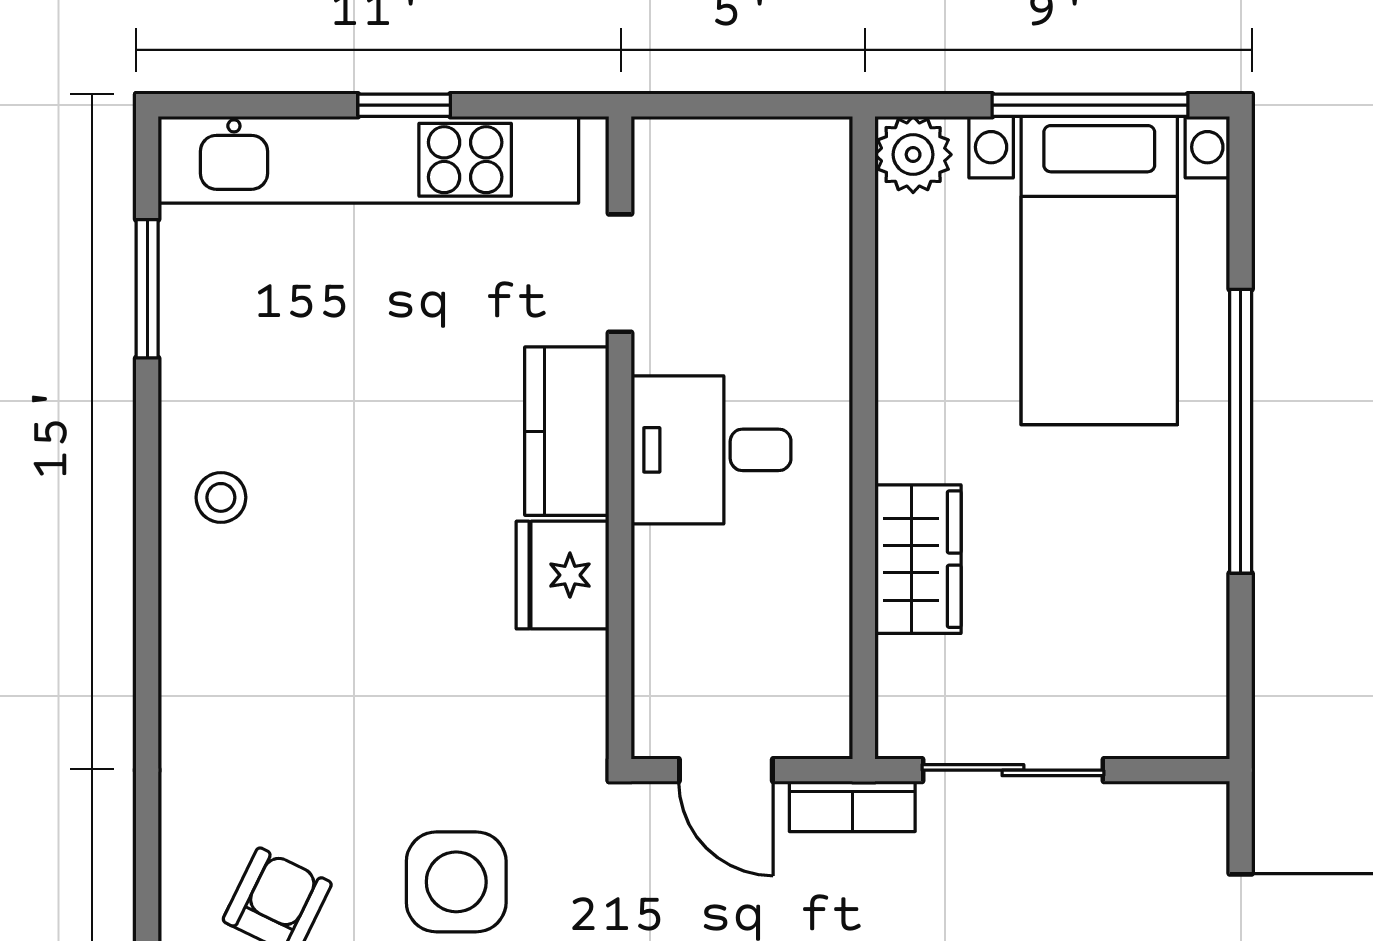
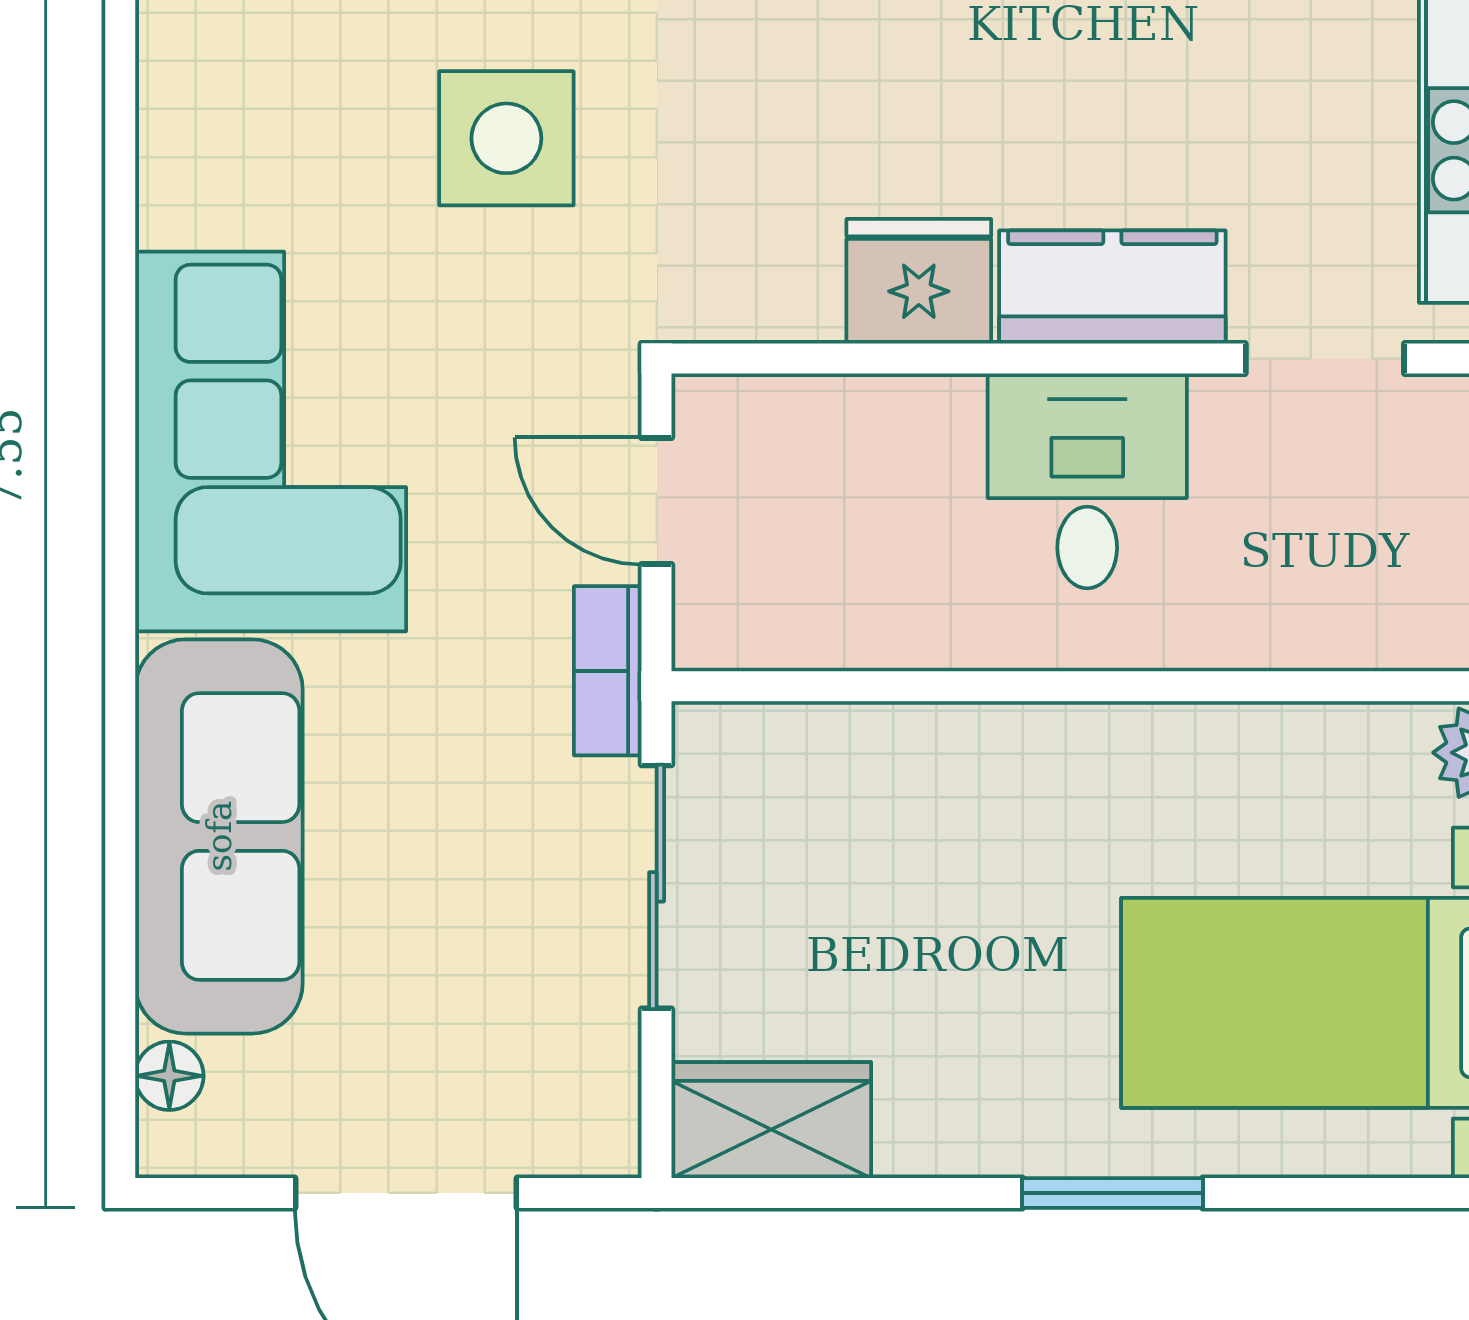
window: (1241, 431) -> (1112, 1193), width x0.47
wardrobe: (918, 559) -> (771, 1120), moved, turned 180
door: (726, 770) -> (657, 501), hinge flipped

